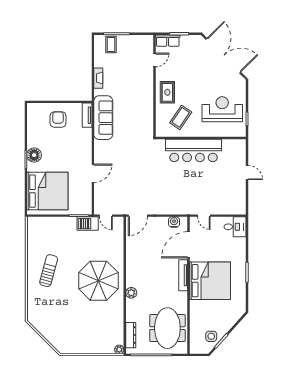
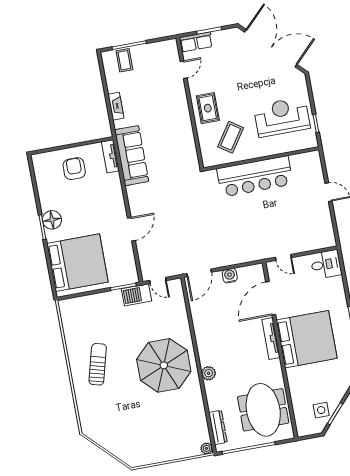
water cooler: (174, 222) -> (230, 276), moved

